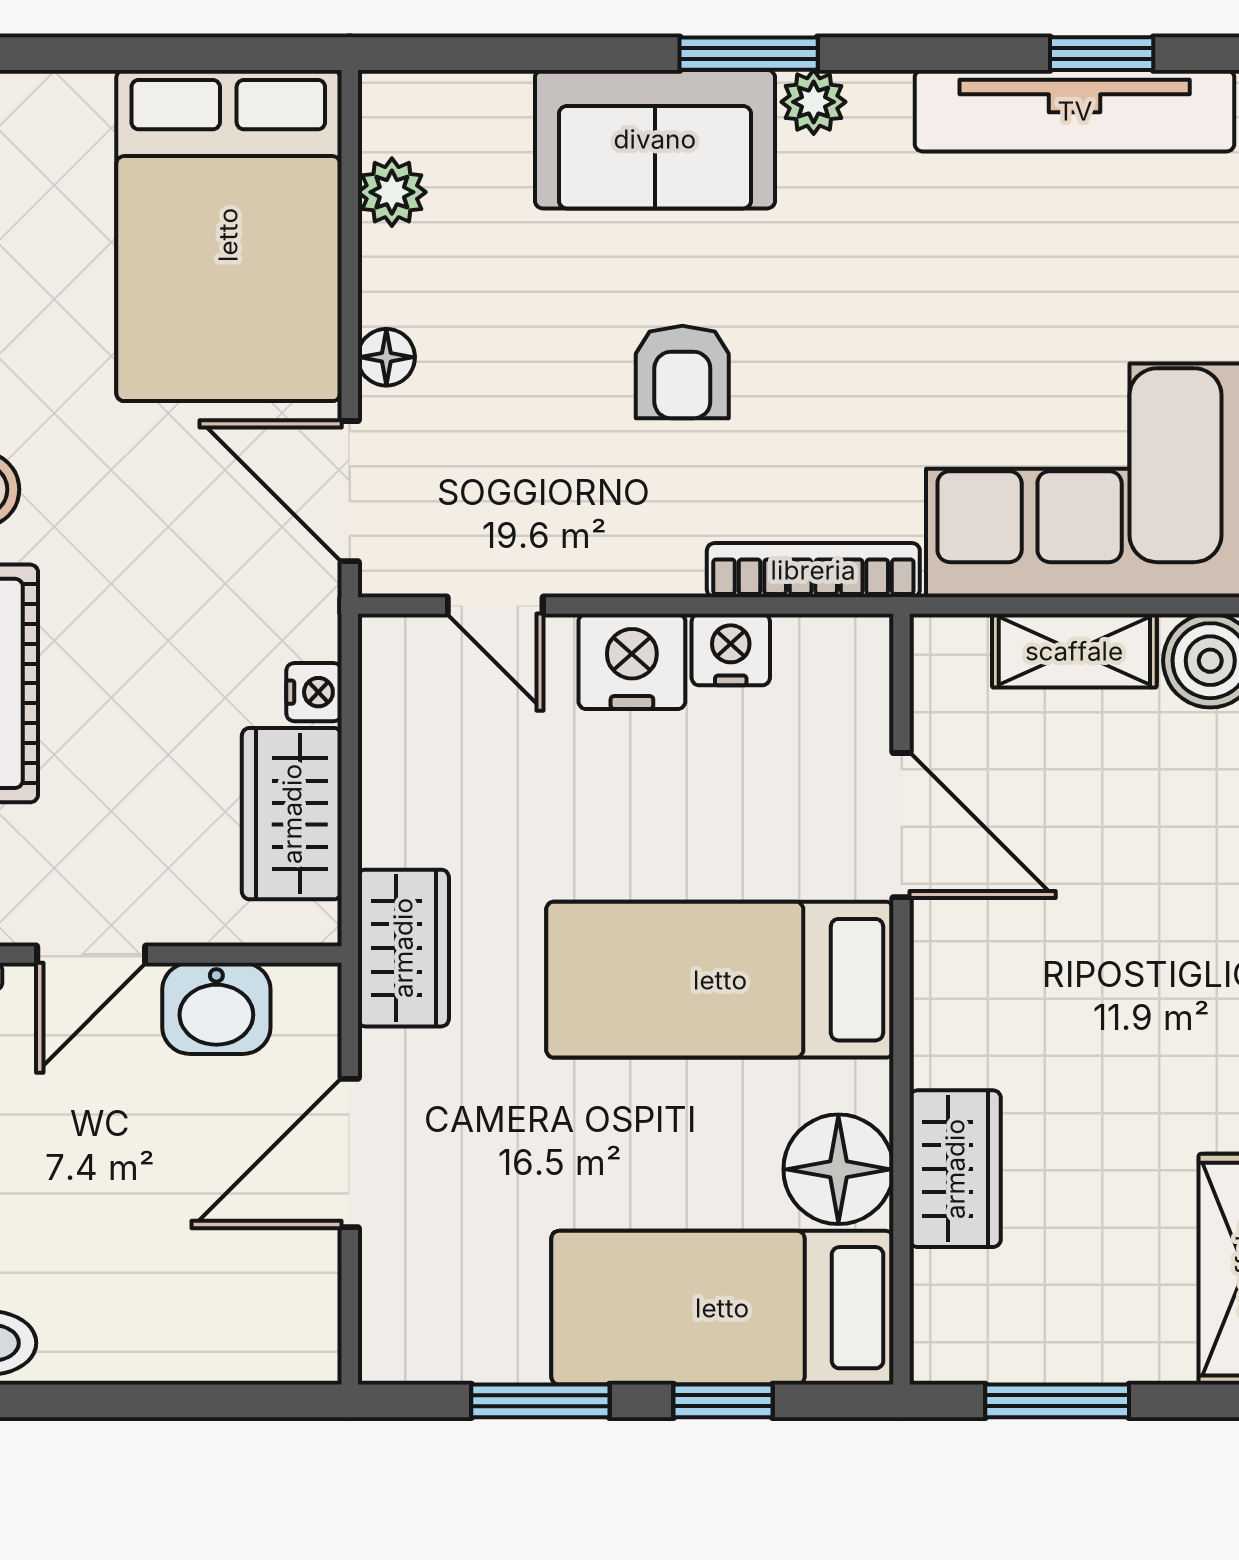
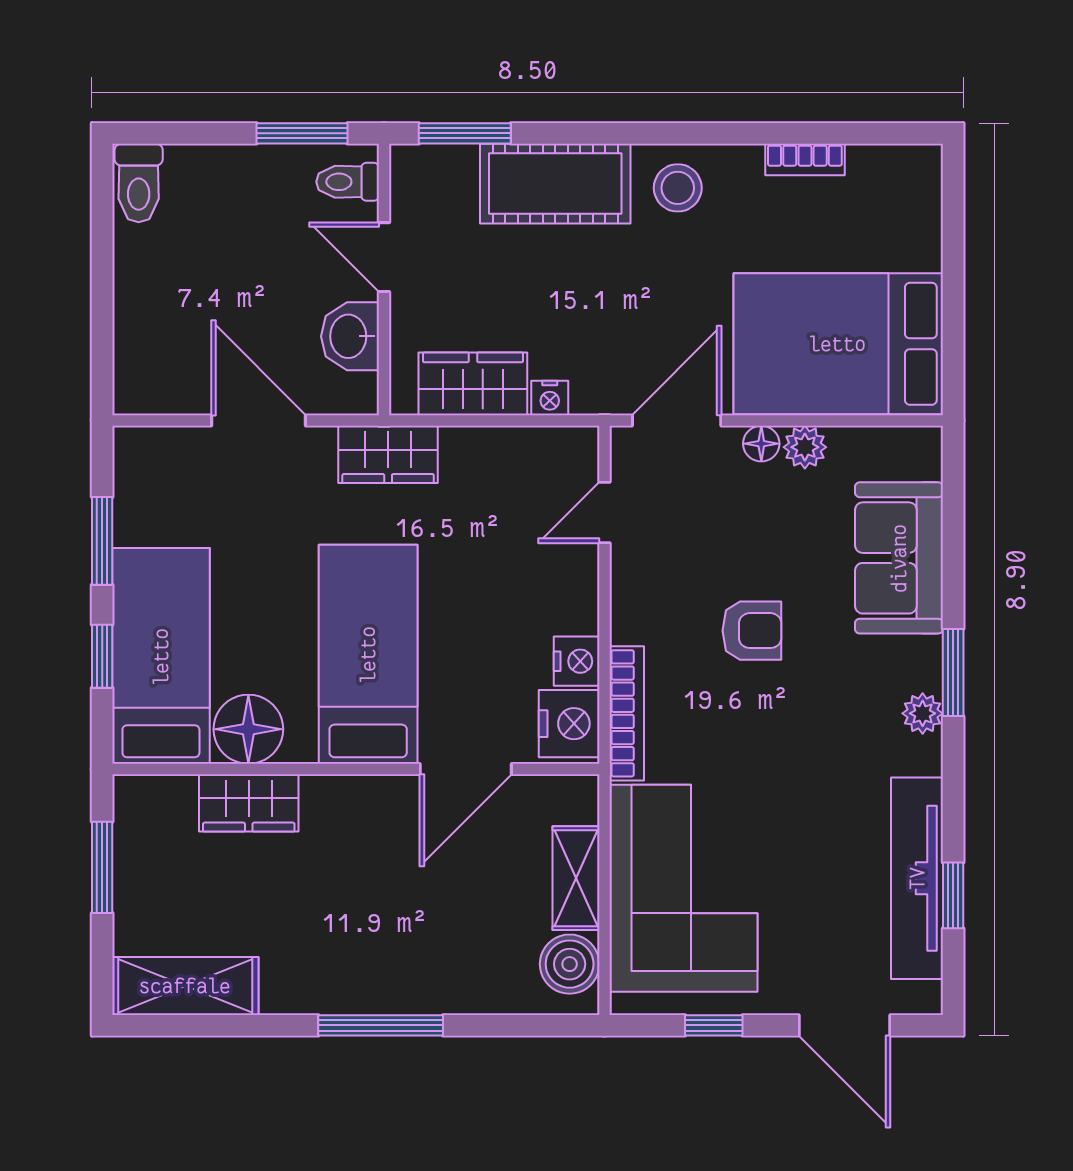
sofa: (655, 139) -> (899, 558), moved
plant: (392, 192) -> (805, 447), moved
armchair: (682, 372) -> (752, 631), turned 180
nightstand: (632, 661) -> (569, 724), moved

